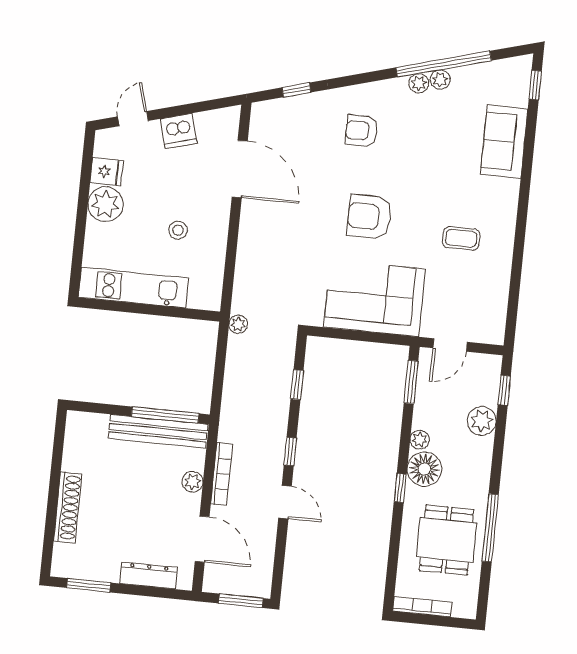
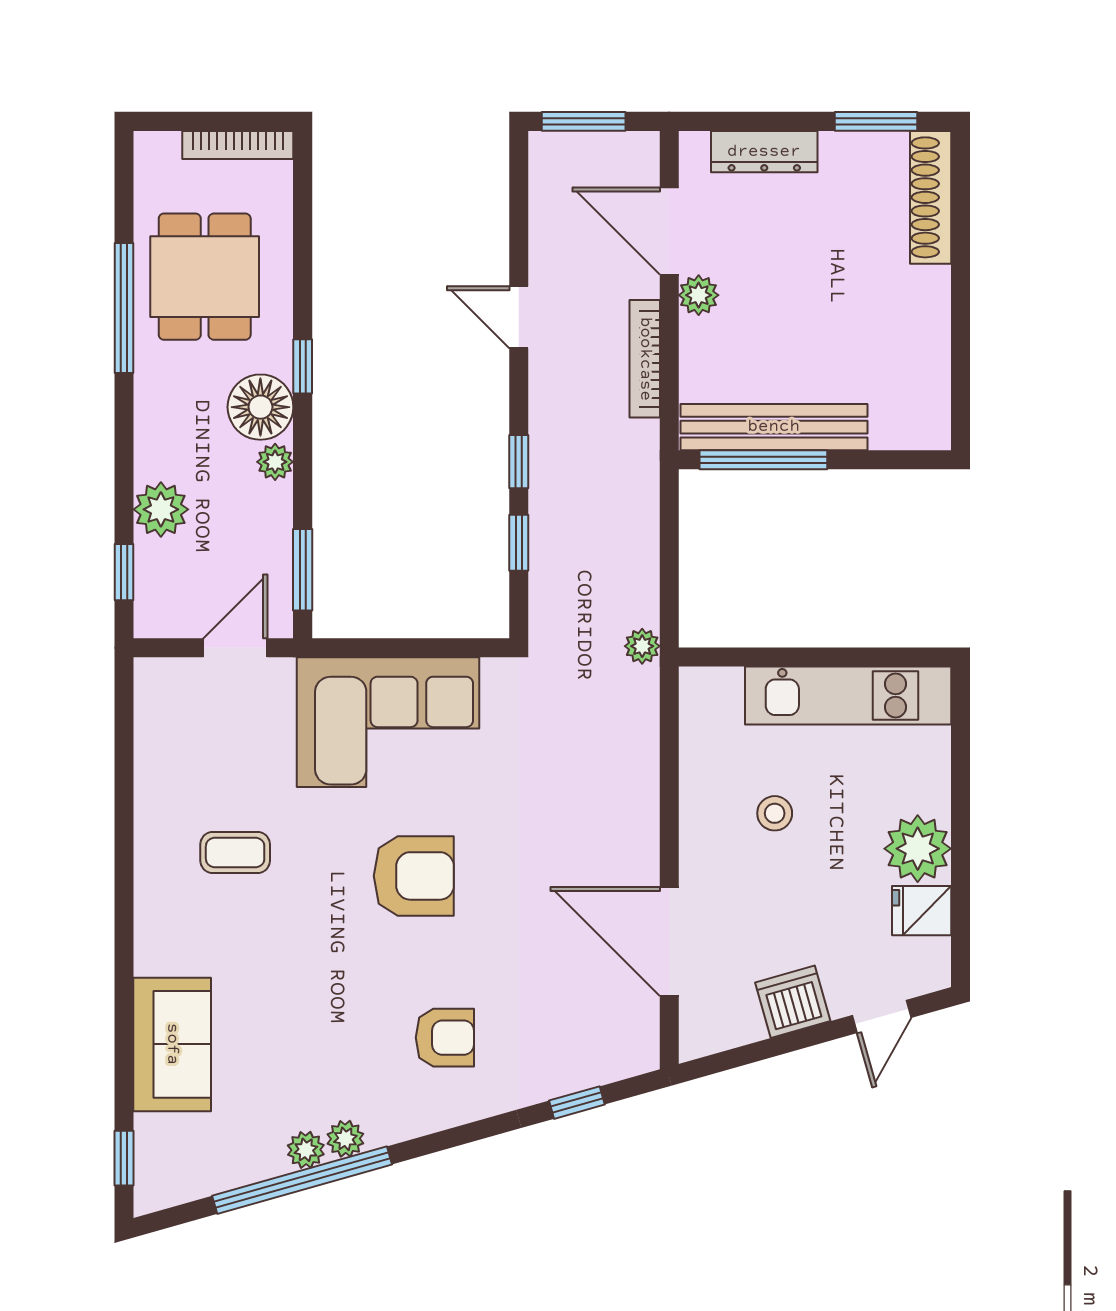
window: (290, 451) -> (519, 462), moved
plant: (192, 482) -> (699, 295), moved
shoe rack: (68, 507) -> (931, 197), moved

